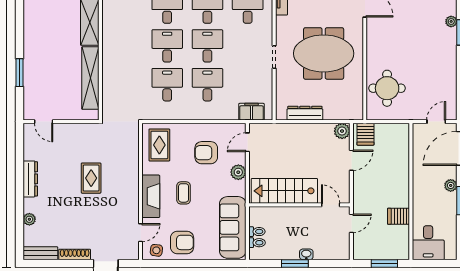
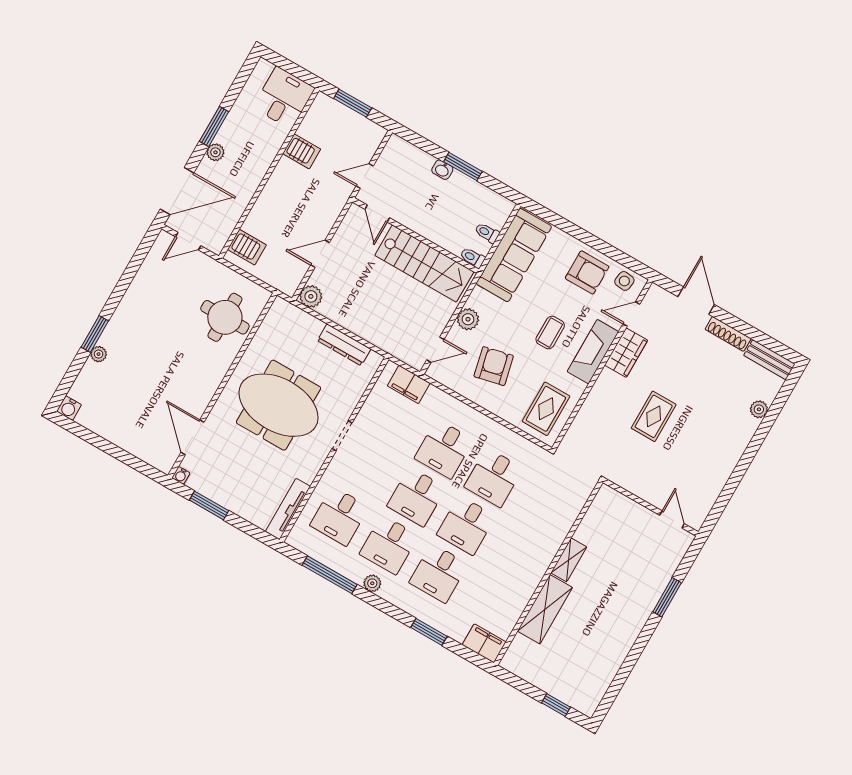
shelving: (90, 78) -> (569, 560), width x0.45, depth x0.75
server rack: (365, 134) -> (247, 247), moved, turned 90
armchair: (206, 153) -> (494, 366), turned -103
dresser: (30, 179) -> (729, 458), removed
wardrobe: (130, 207) -> (626, 353), added
armchair: (182, 242) -> (587, 272), turned 180
toilet: (257, 243) -> (473, 258), moved

